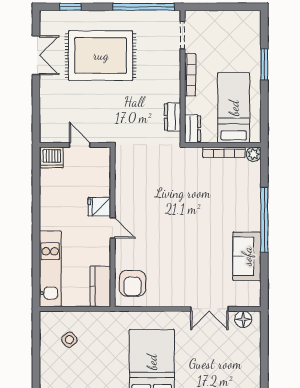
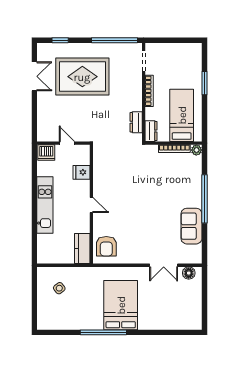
fridge: (99, 207) -> (82, 172), moved
kitchen unit: (50, 269) -> (45, 205), moved

